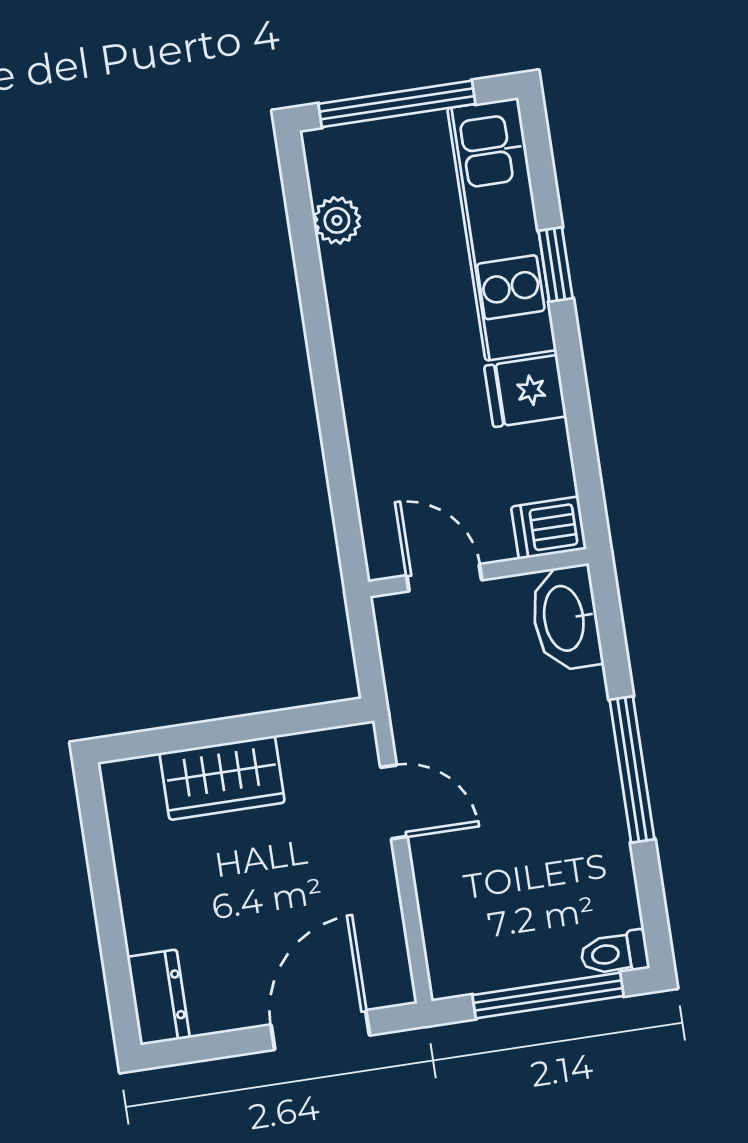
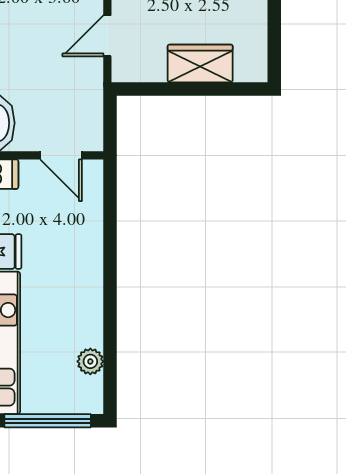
door: (394, 802) -> (107, 36), hinge flipped

